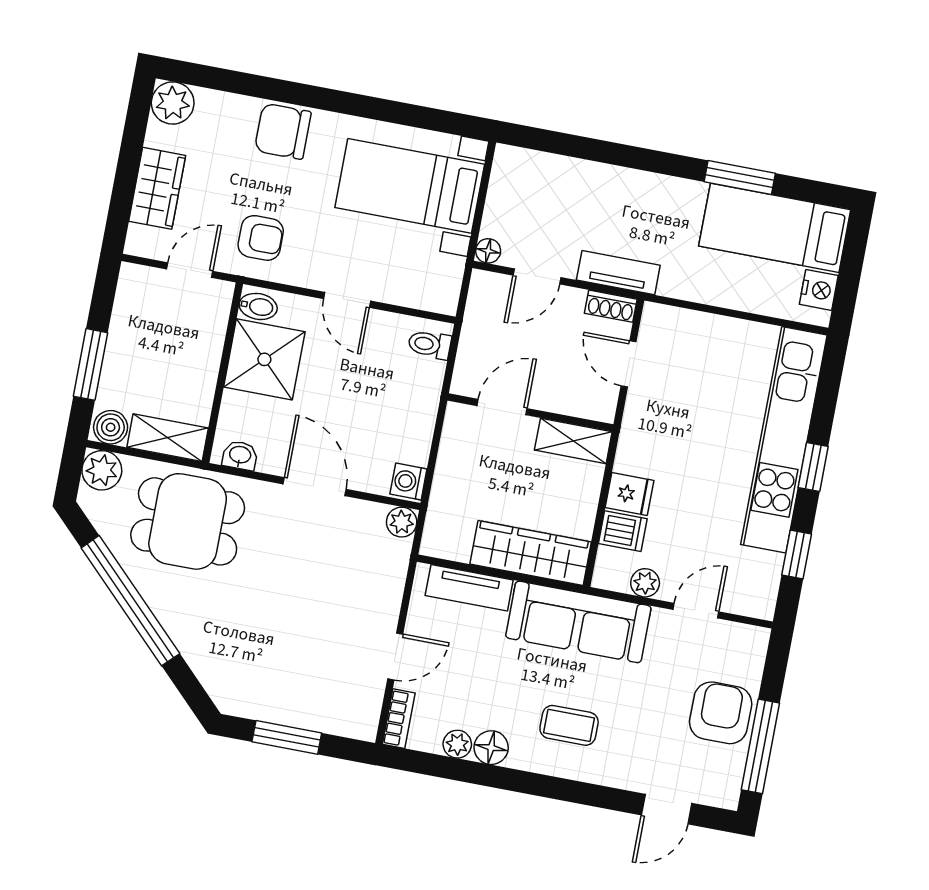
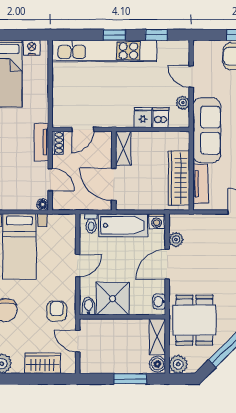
door: (502, 407) -> (114, 184), width x1.38
bathtub: (413, 410) -> (123, 225), added
plant: (402, 522) -> (176, 240), moved
wardrobe: (531, 553) -> (179, 178), moved

